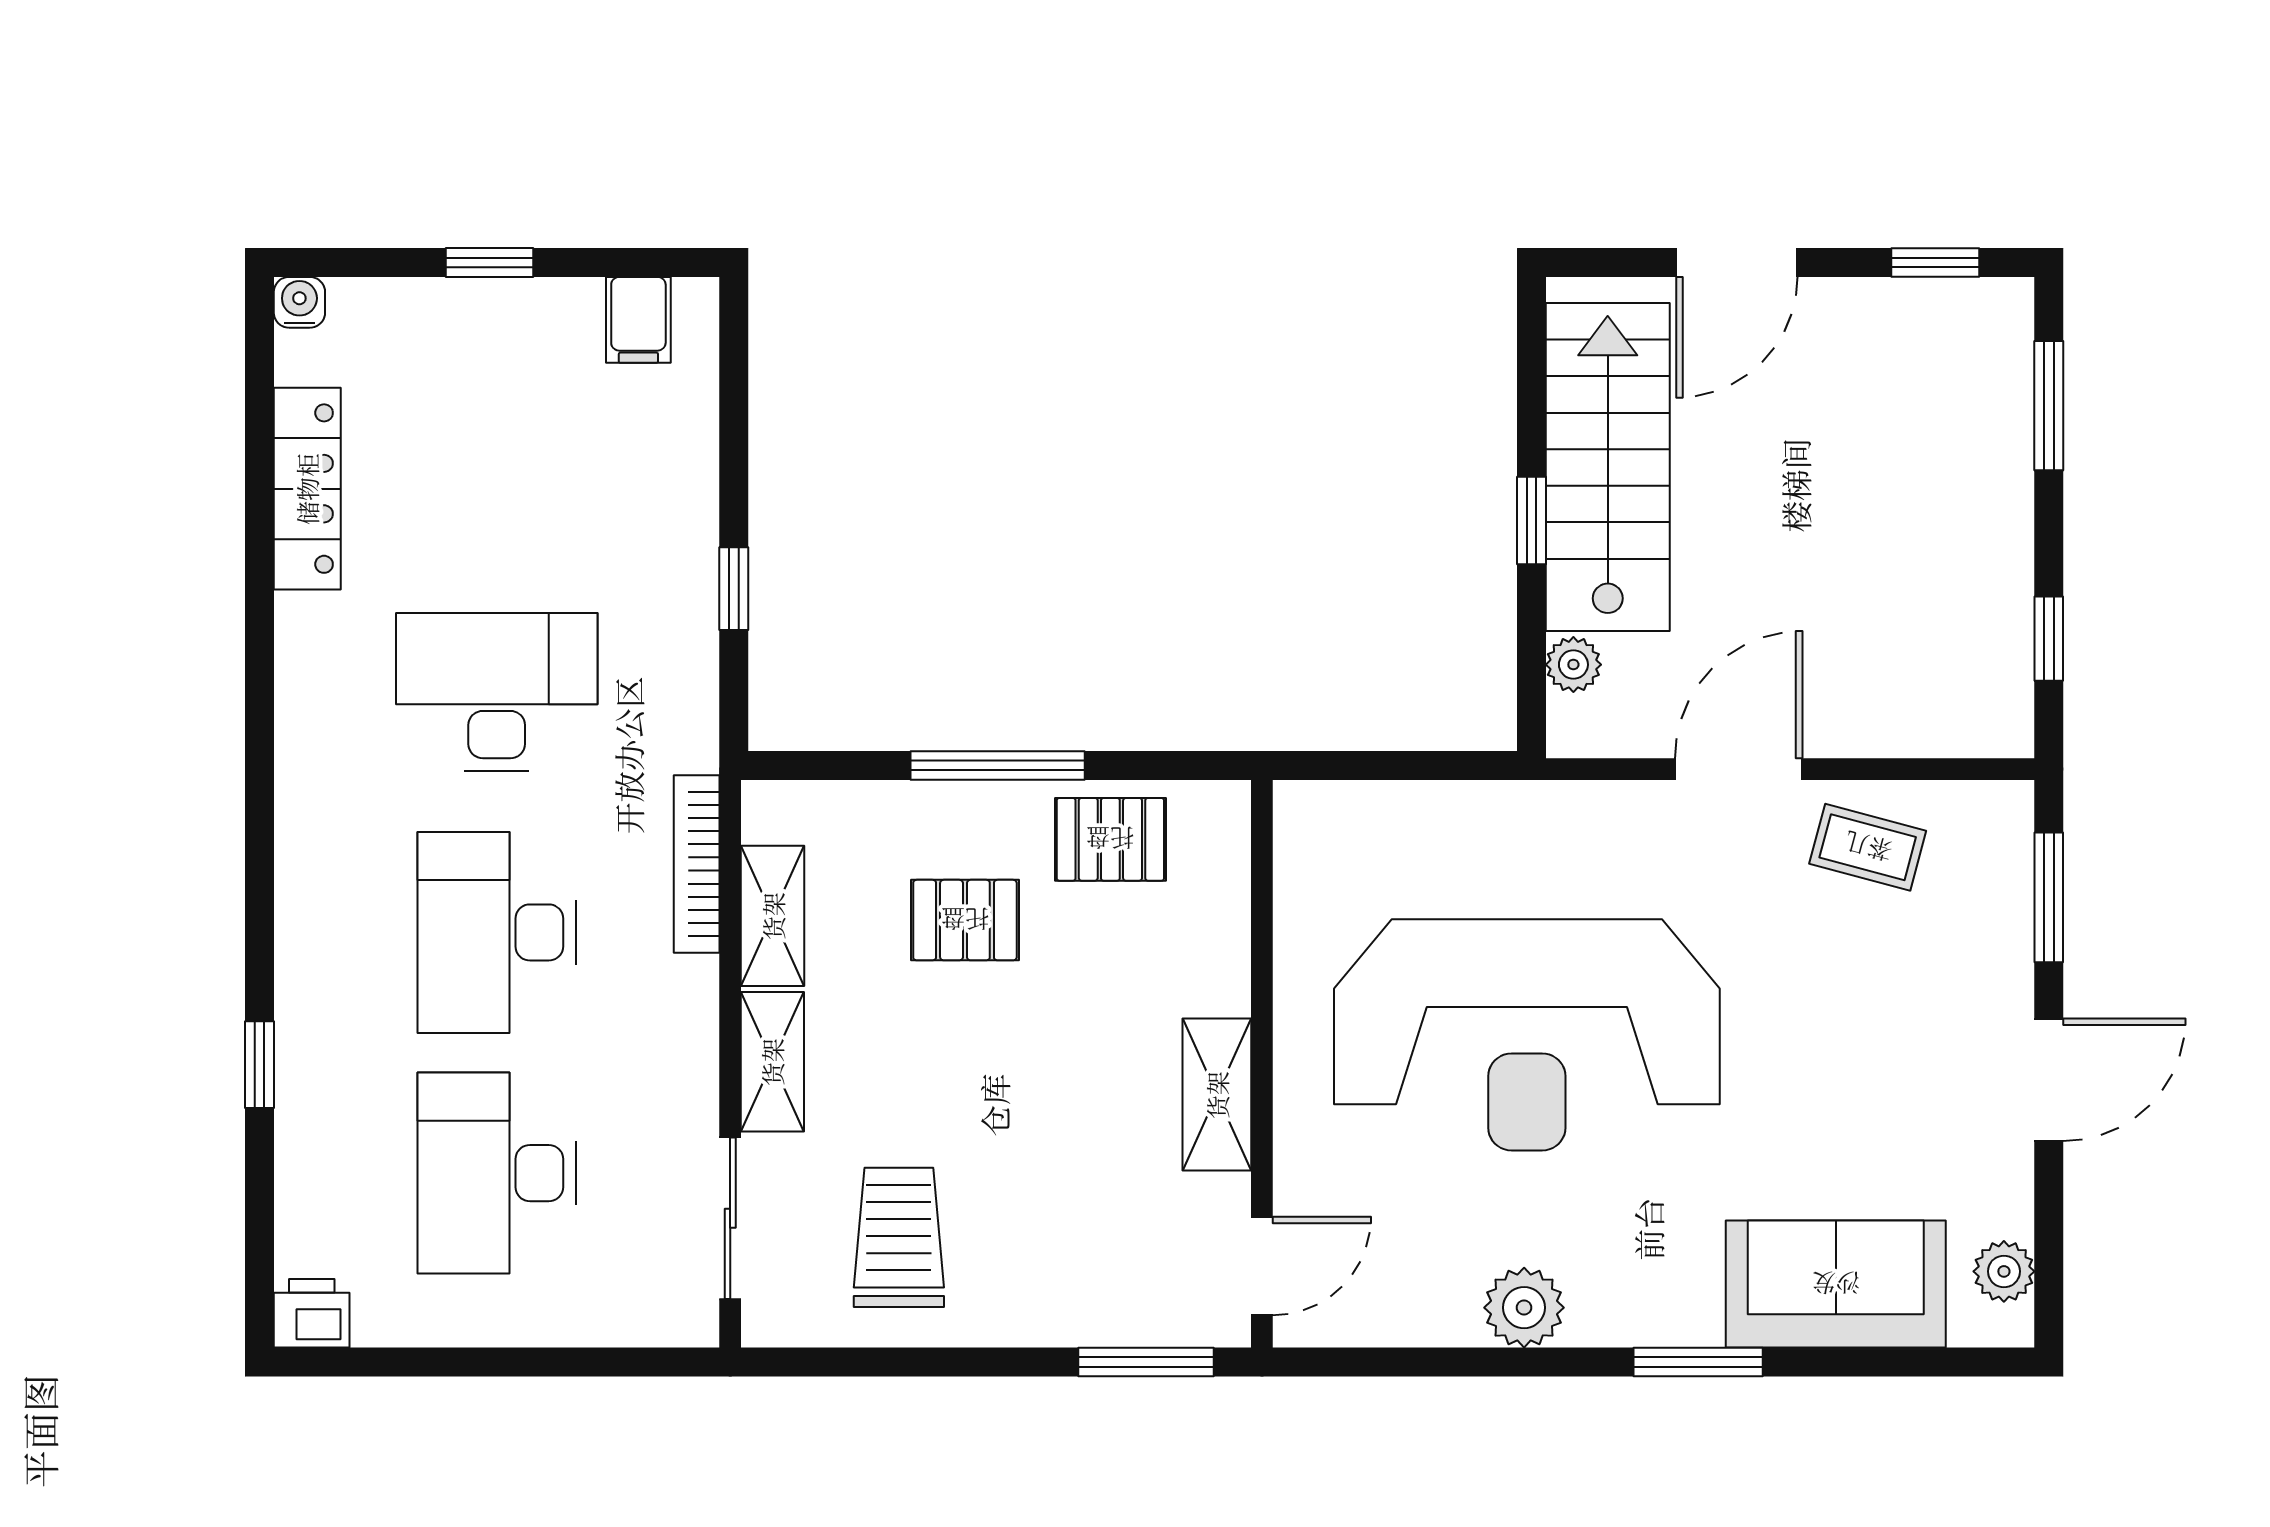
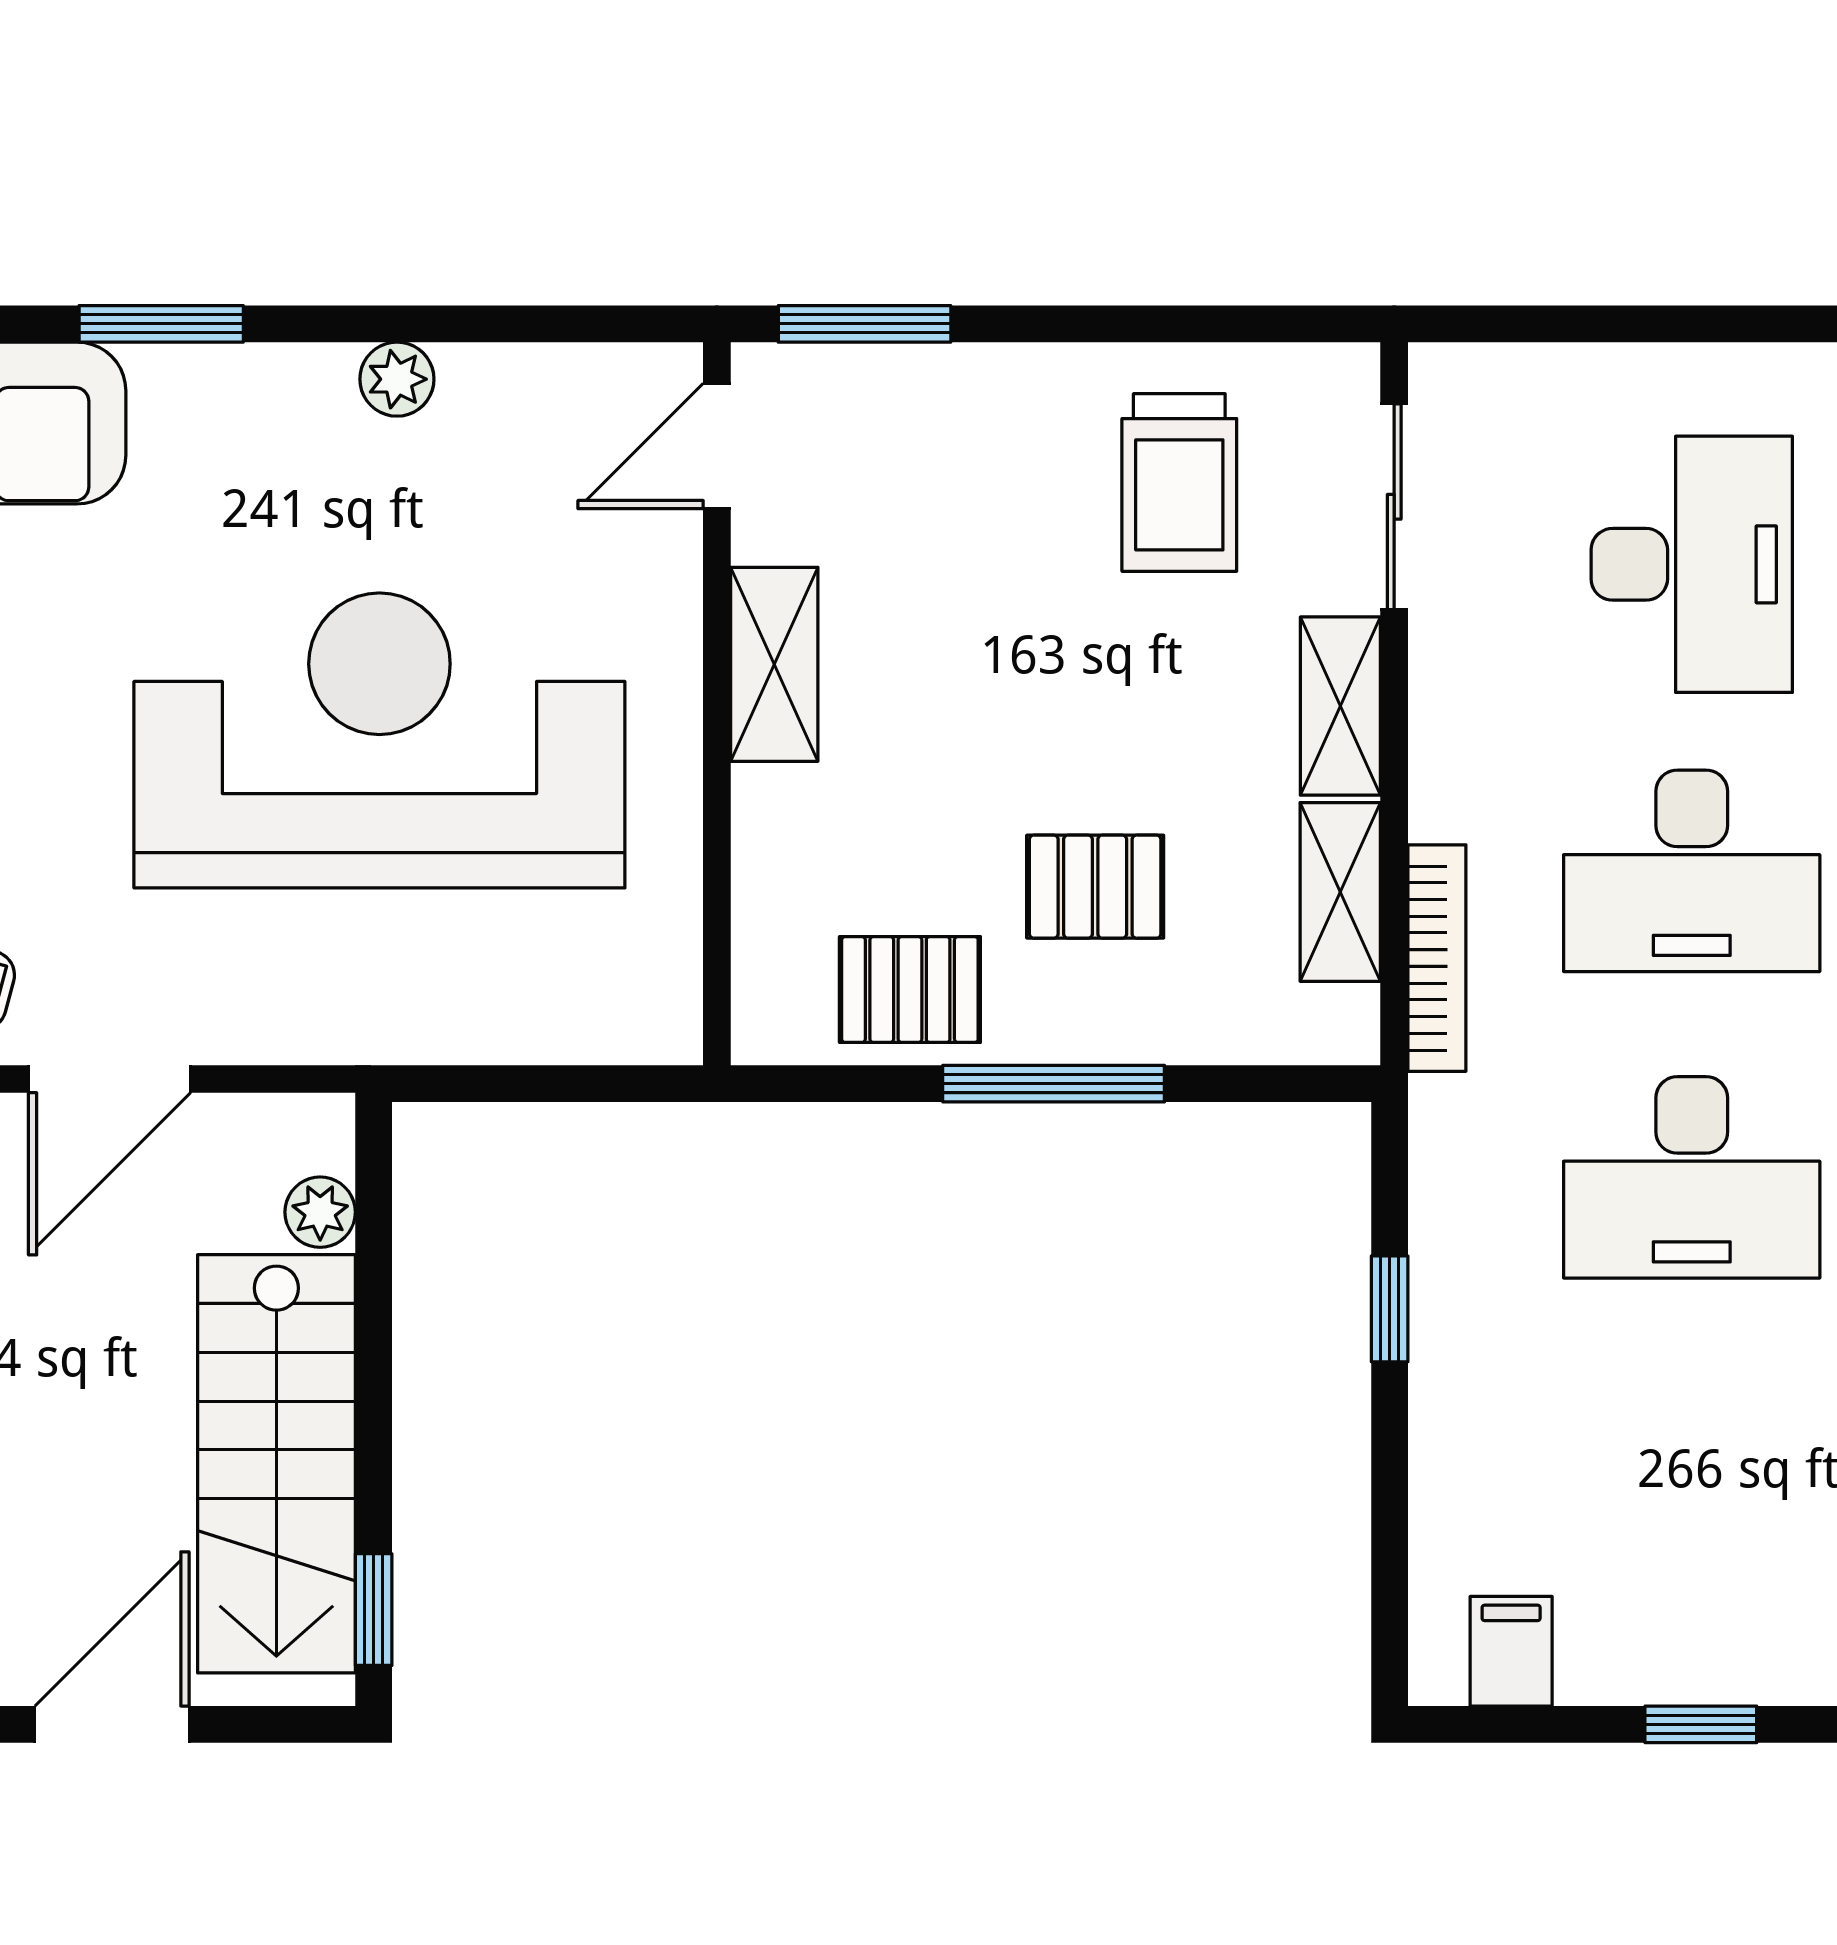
window: (1531, 520) -> (374, 1610), moved
desk: (497, 932) -> (1692, 871), turned 90
plant: (1524, 1308) -> (397, 379), width x0.73, depth x0.73

